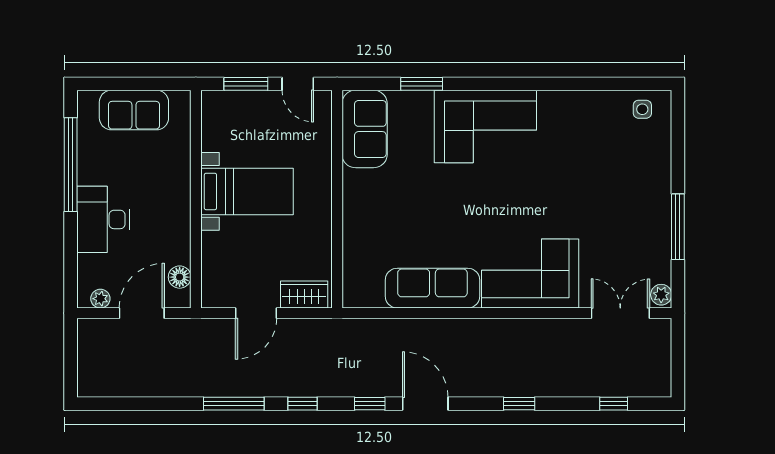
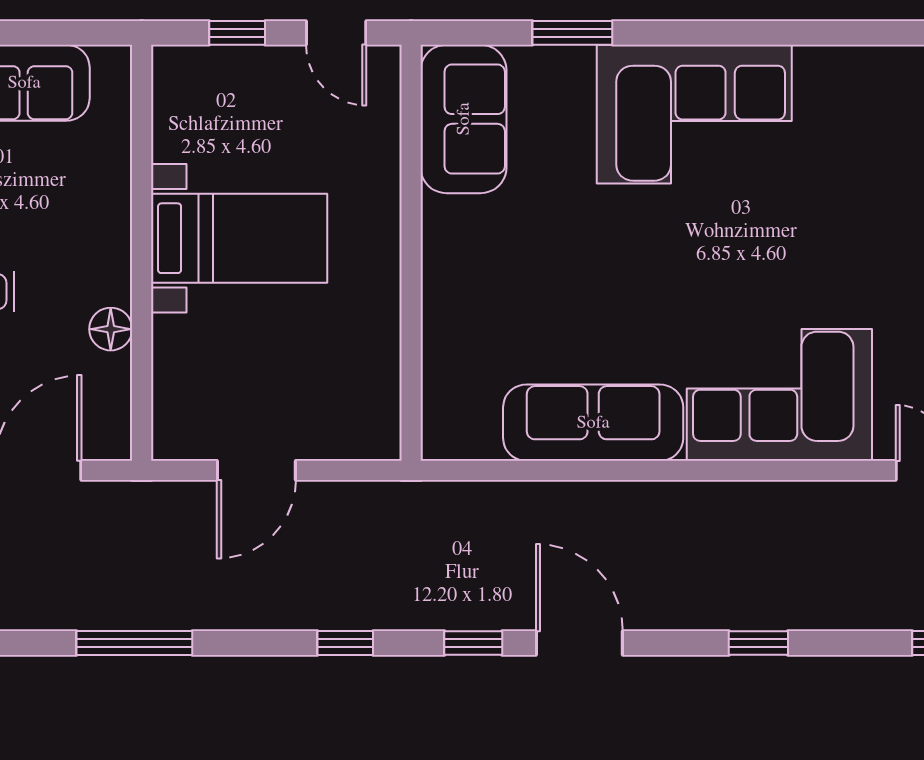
window: (246, 84) -> (237, 33), width x0.67
floor lamp: (180, 277) -> (111, 329), moved
wardrobe: (304, 295) -> (348, 435), removed
window: (234, 404) -> (134, 643), moved

